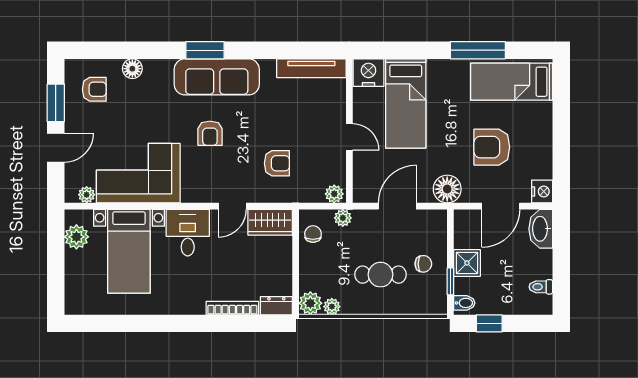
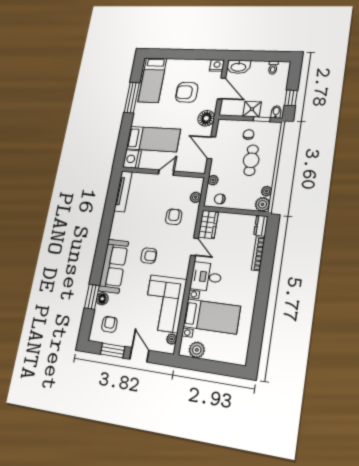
window: (205, 50) -> (92, 297), moved
sofa: (217, 77) -> (113, 266), moved
armchair: (492, 147) -> (187, 92), turned 90
plant: (334, 194) -> (196, 197), moved

